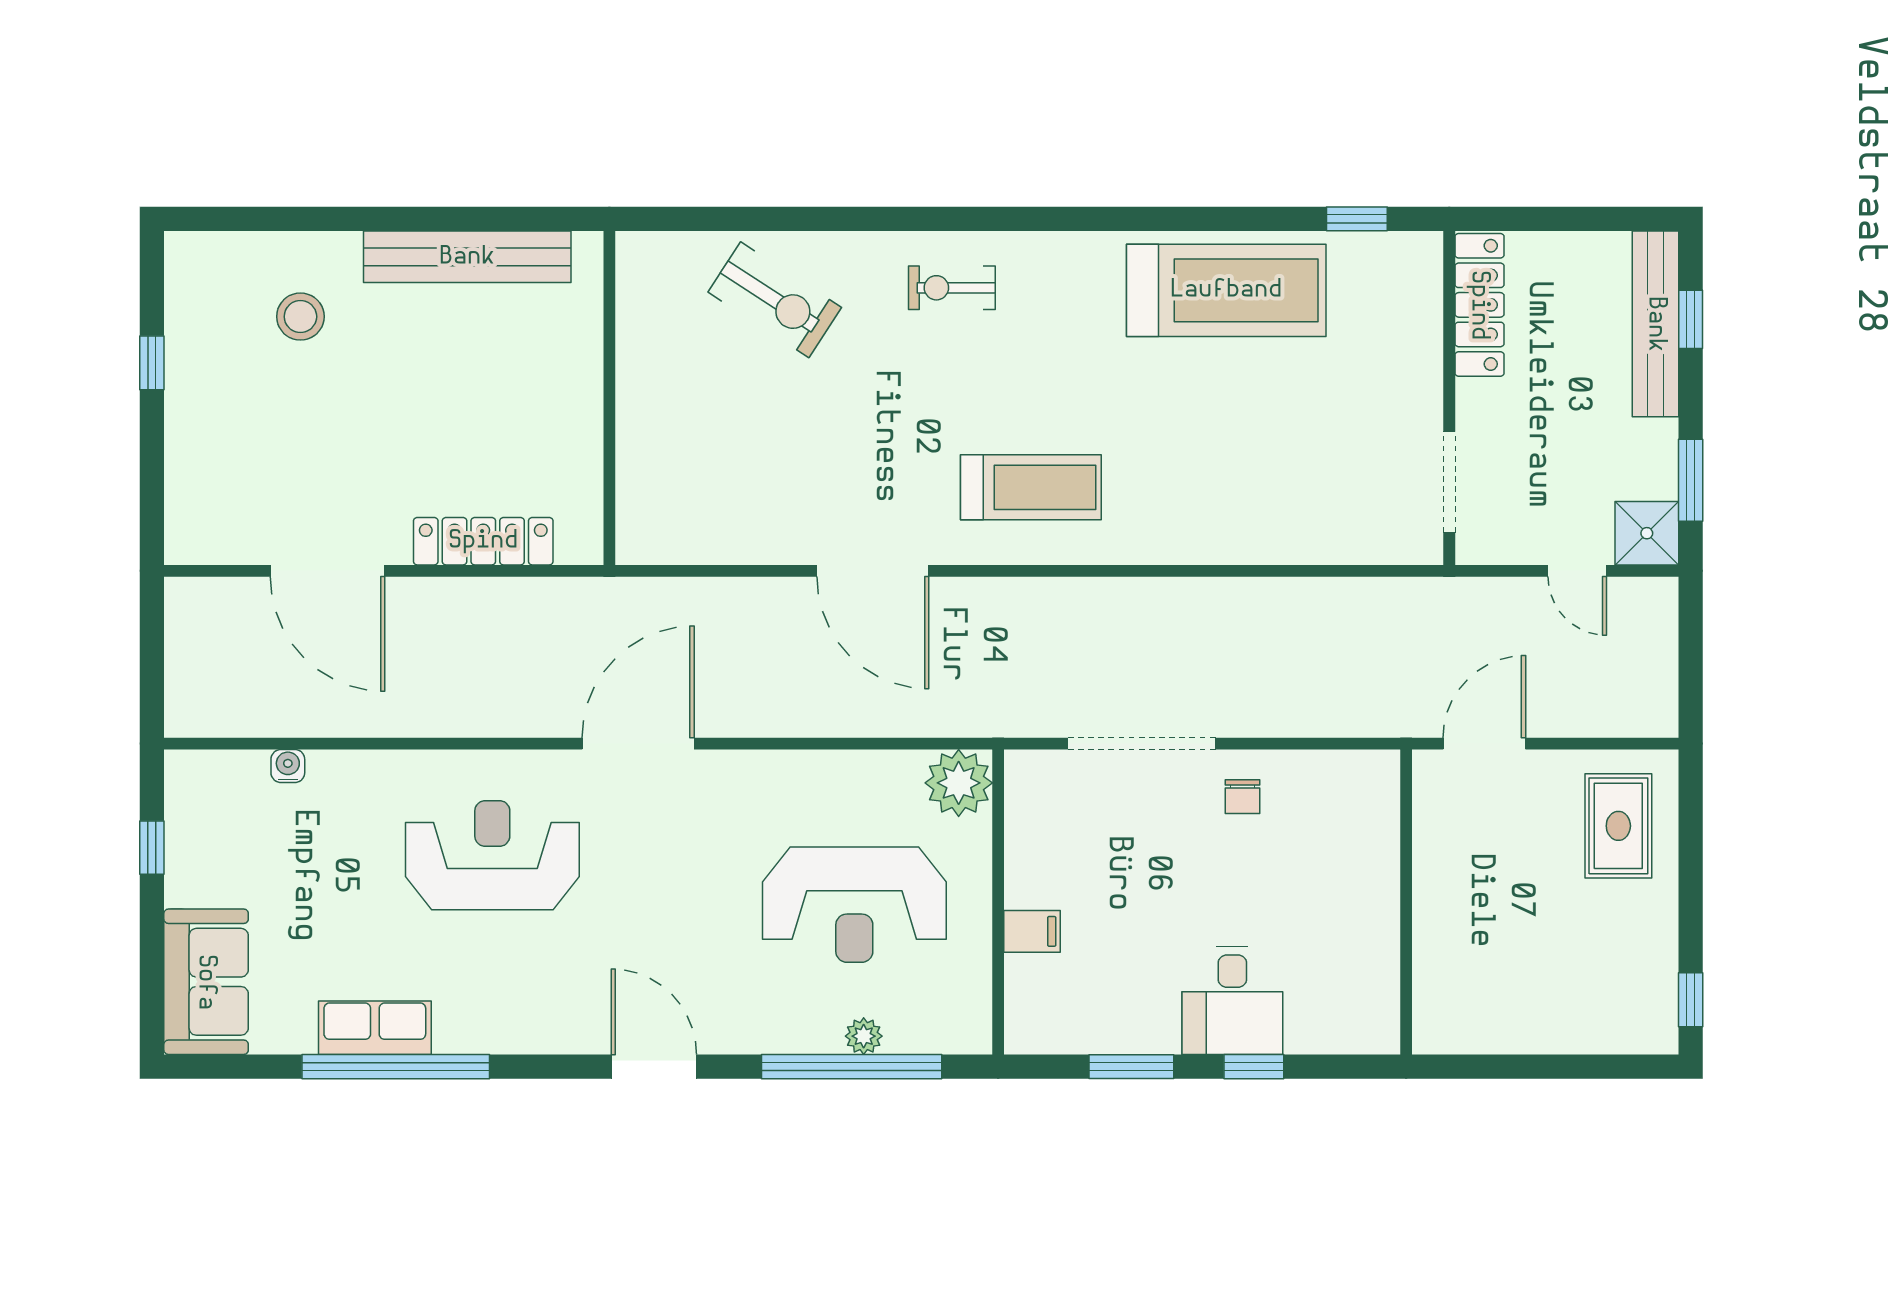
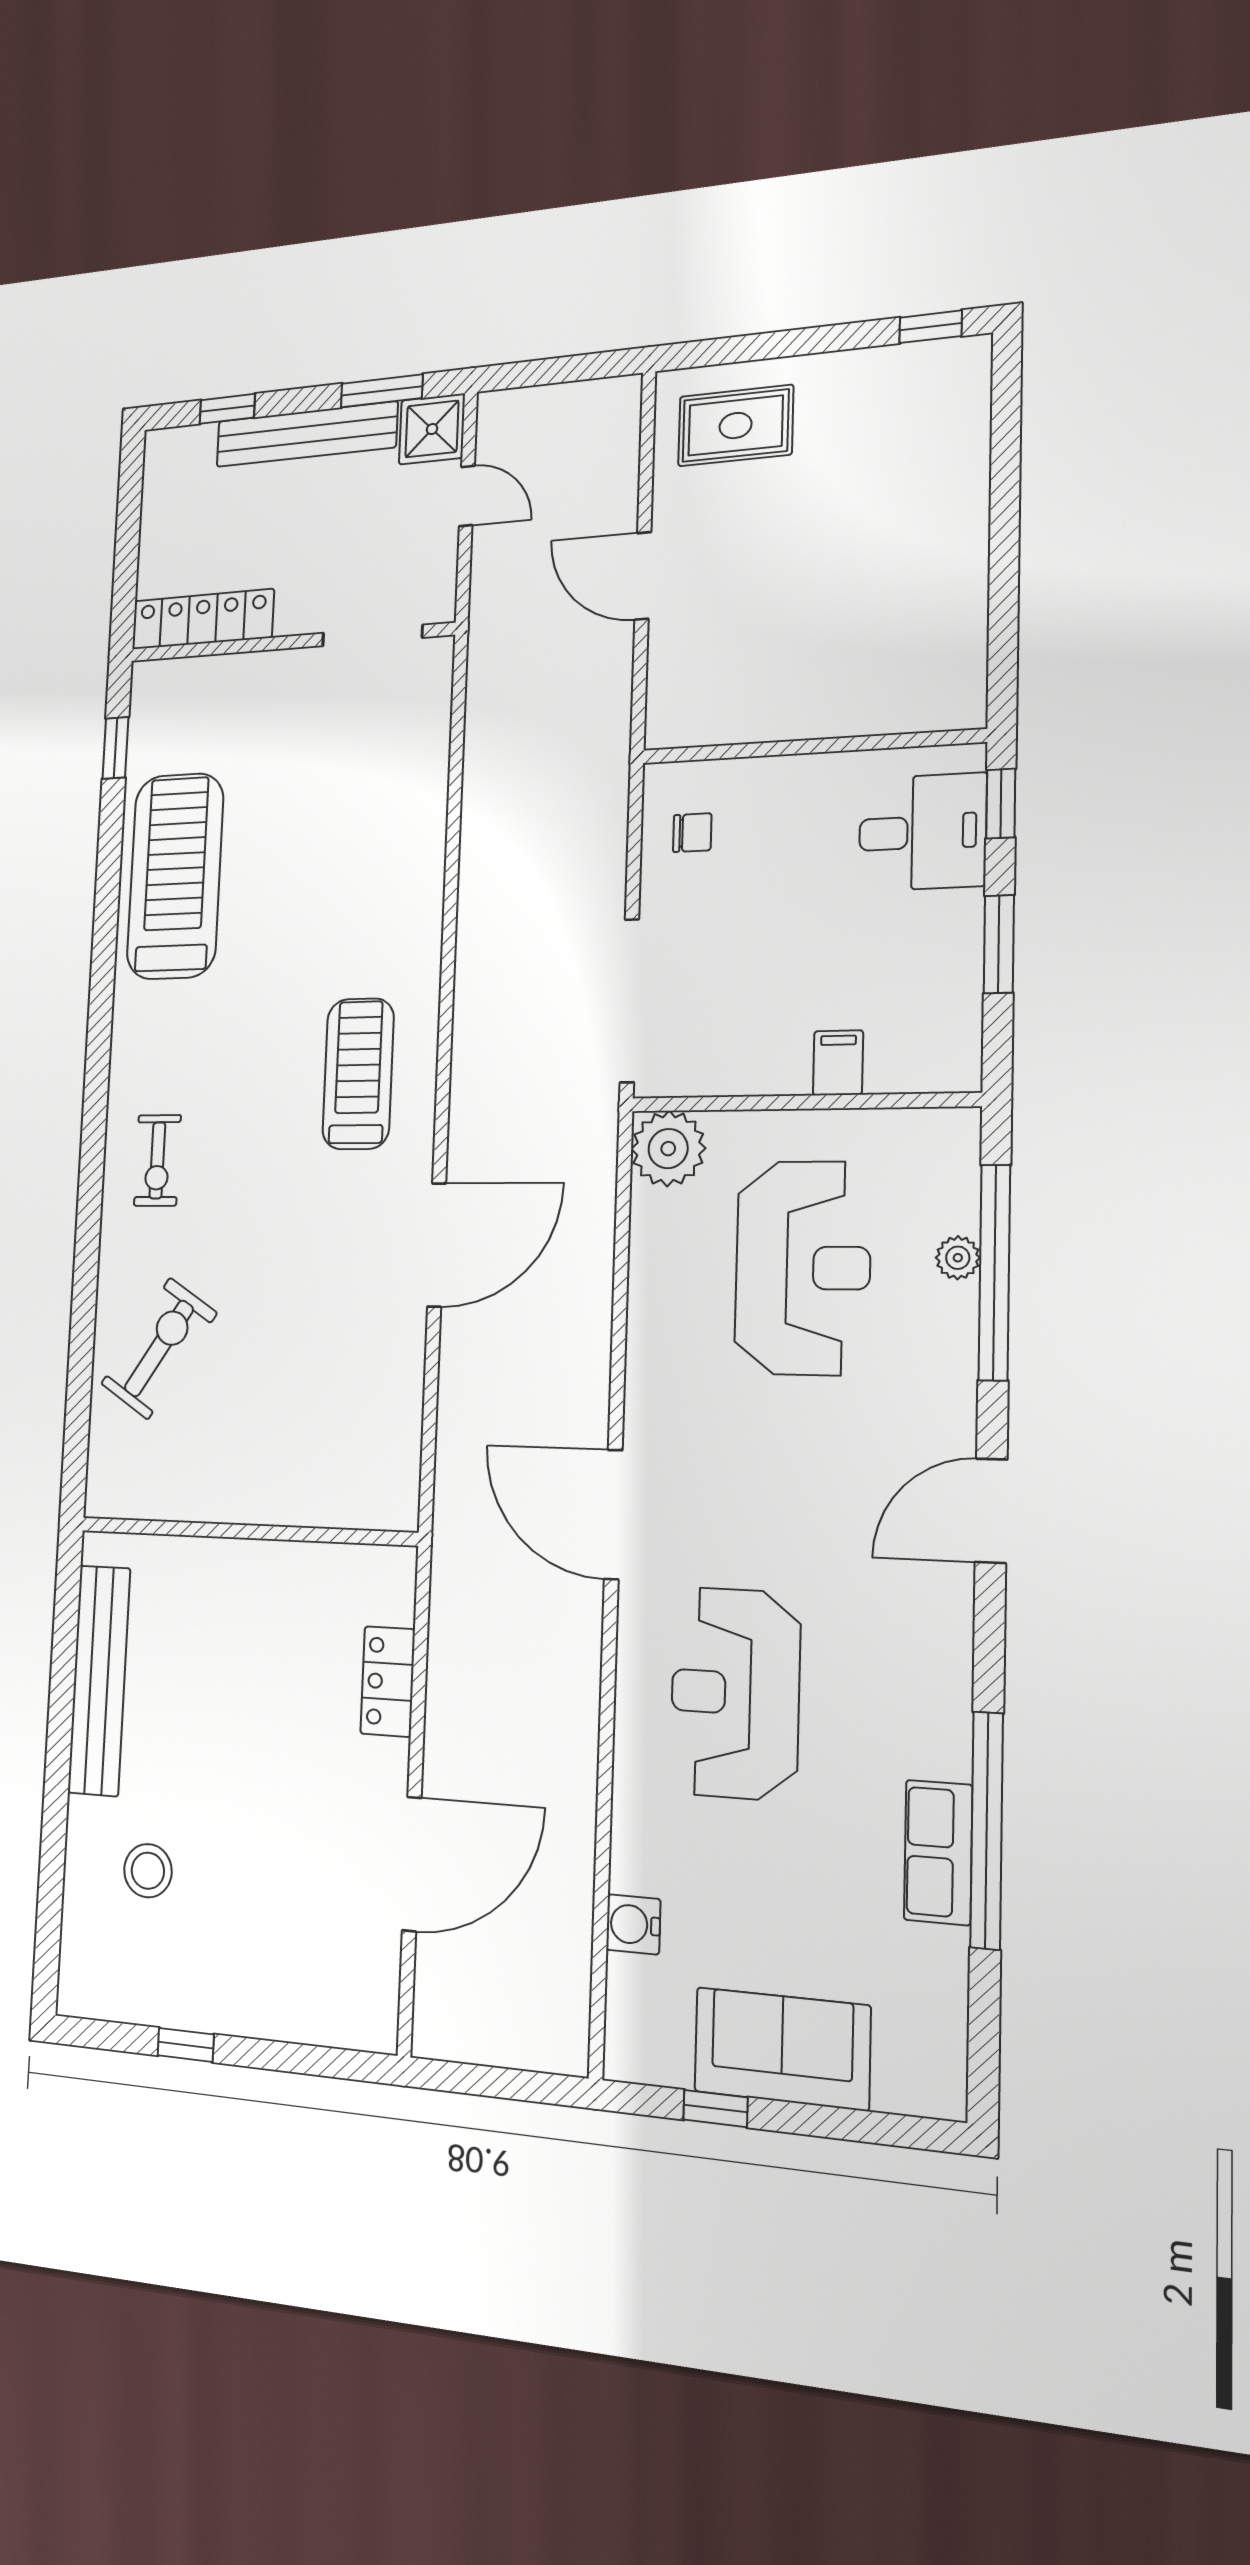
bench: (1656, 324) -> (306, 434), moved
locker: (483, 541) -> (388, 1681), width x0.66
door: (1577, 571) -> (467, 496), hinge flipped
doorway: (1142, 744) -> (629, 1001), moved
water cooler: (288, 766) -> (633, 1924), width x1.38, depth x1.38
wall: (1406, 902) -> (811, 746), moved
sofa: (206, 982) -> (782, 2049), moved

